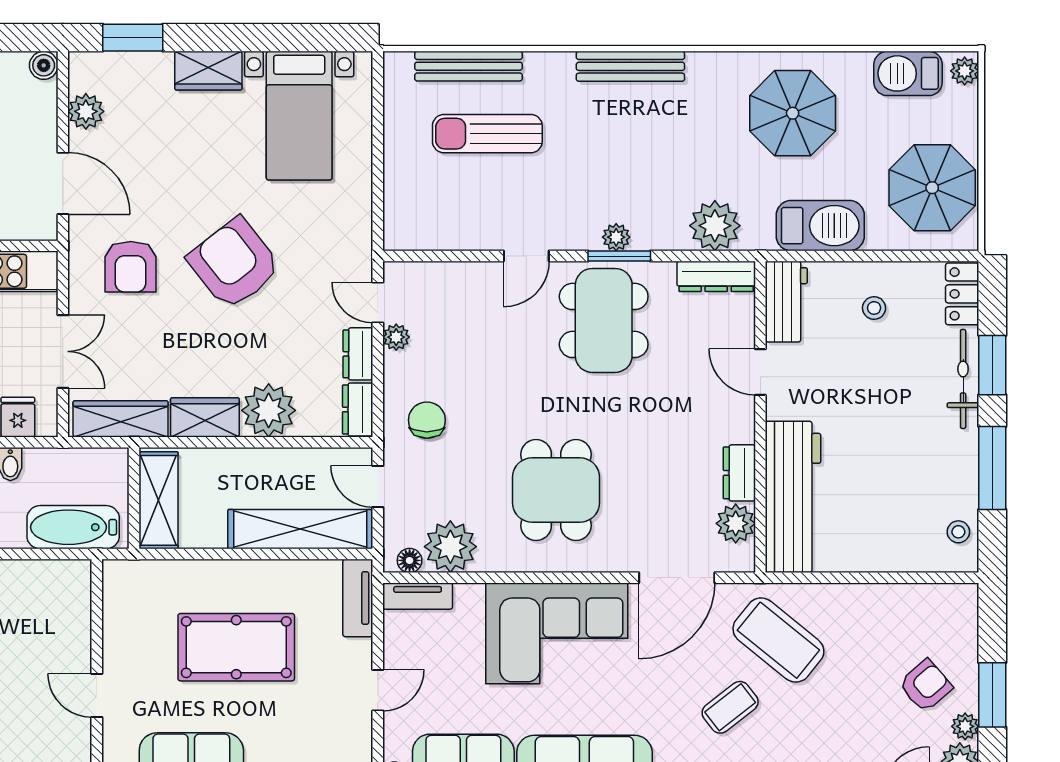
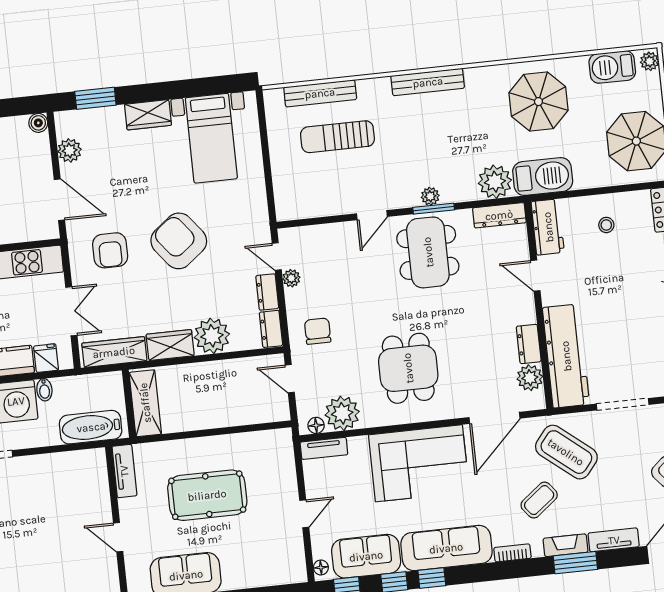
barbecue: (820, 226) -> (543, 177), moved
shelving: (300, 529) -> (241, 412), removed
doorway: (870, 578) -> (623, 404), added
tv unit: (358, 598) -> (124, 471), moved, turned 180

